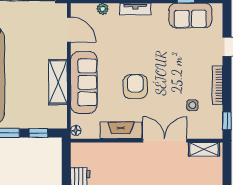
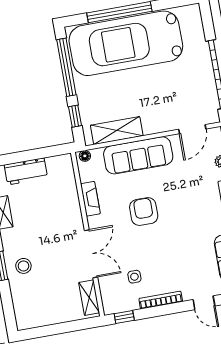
shelving: (58, 82) -> (117, 131), moved
armchair: (135, 86) -> (144, 212), turned -90
fireplace: (121, 130) -> (90, 199), width x0.73, depth x0.76

